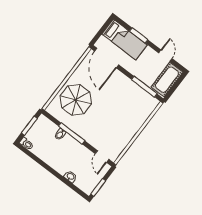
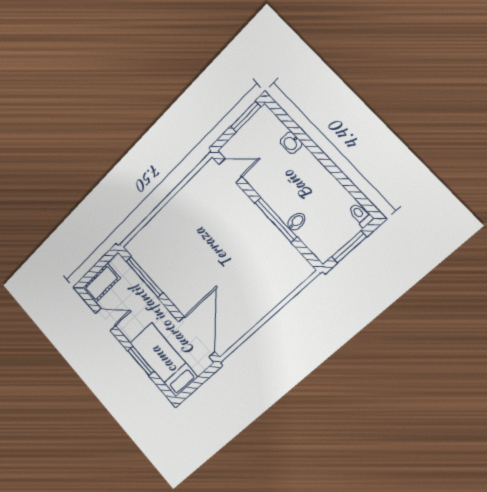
door: (165, 56) -> (106, 320), swing flipped
cot: (167, 80) -> (101, 283), width x0.73, depth x0.75
parasol: (76, 100) -> (259, 277), removed
door: (102, 157) -> (230, 171), hinge flipped

